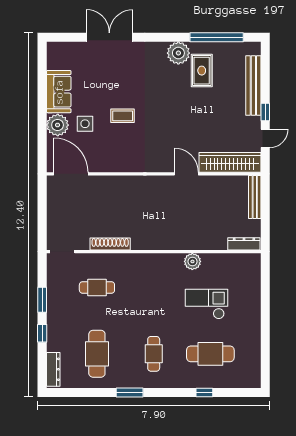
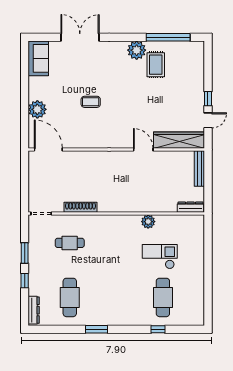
bench: (253, 86) -> (198, 77), removed
sofa: (59, 92) -> (38, 58), moved
side table: (85, 124) -> (60, 108), removed
cafe table: (154, 354) -> (116, 297), removed
cafe table: (210, 354) -> (163, 297), turned 90

